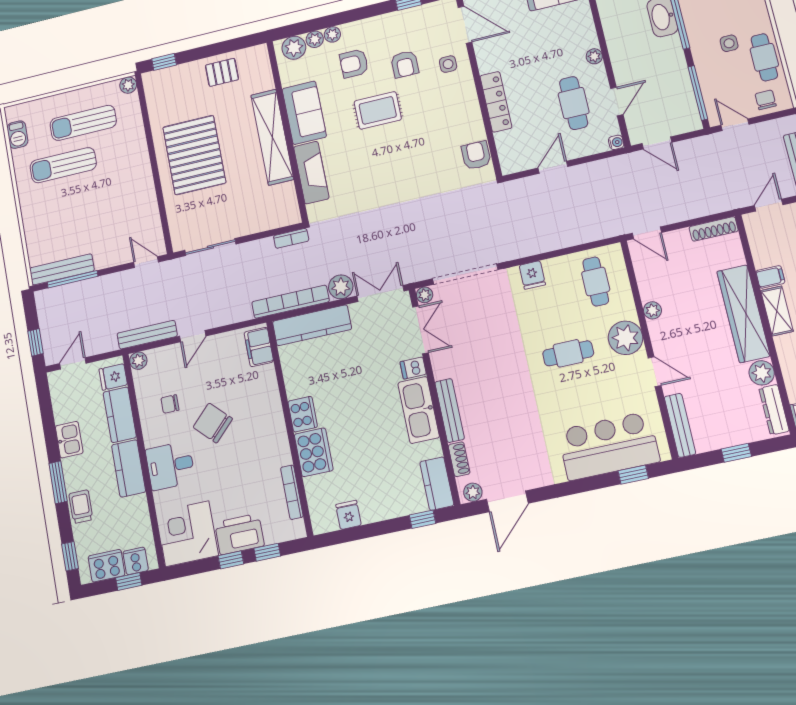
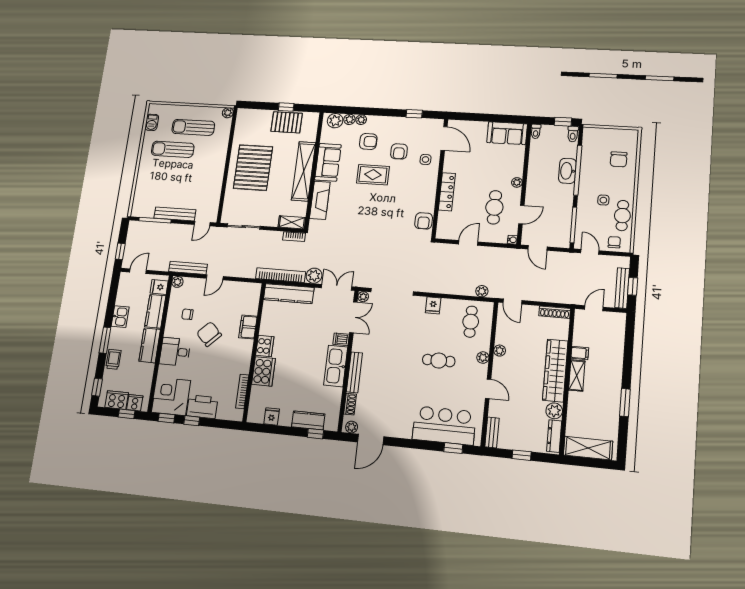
window: (164, 62) -> (286, 107), moved
armchair: (354, 63) -> (368, 141), turned 180
pallet: (222, 72) -> (287, 122), width x1.50, depth x1.42
armchair: (476, 155) -> (424, 221), turned 180
shelving: (281, 218) -> (292, 222), added
plant: (597, 232) -> (482, 291), added
door: (146, 262) -> (202, 224), swing flipped
bench: (62, 269) -> (175, 214), moved
plant: (625, 338) -> (483, 358), width x0.53, depth x0.53
filing cabinet: (259, 347) -> (248, 327), moved
bench: (680, 425) -> (492, 432), width x0.73
kitchen counter: (437, 484) -> (308, 420), moved, turned 90
window: (267, 552) -> (166, 418), moved

